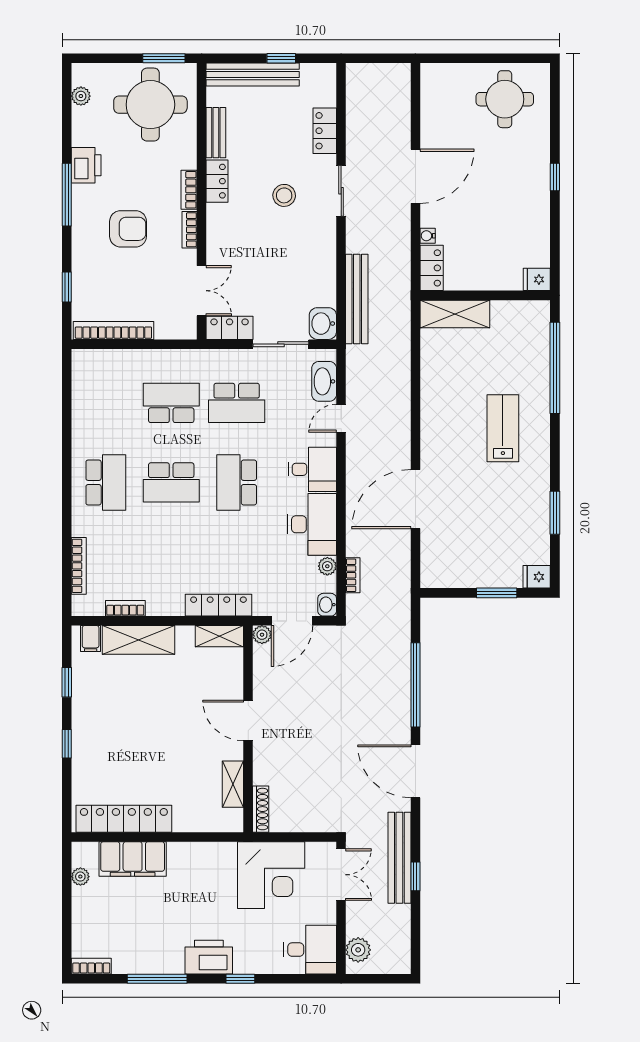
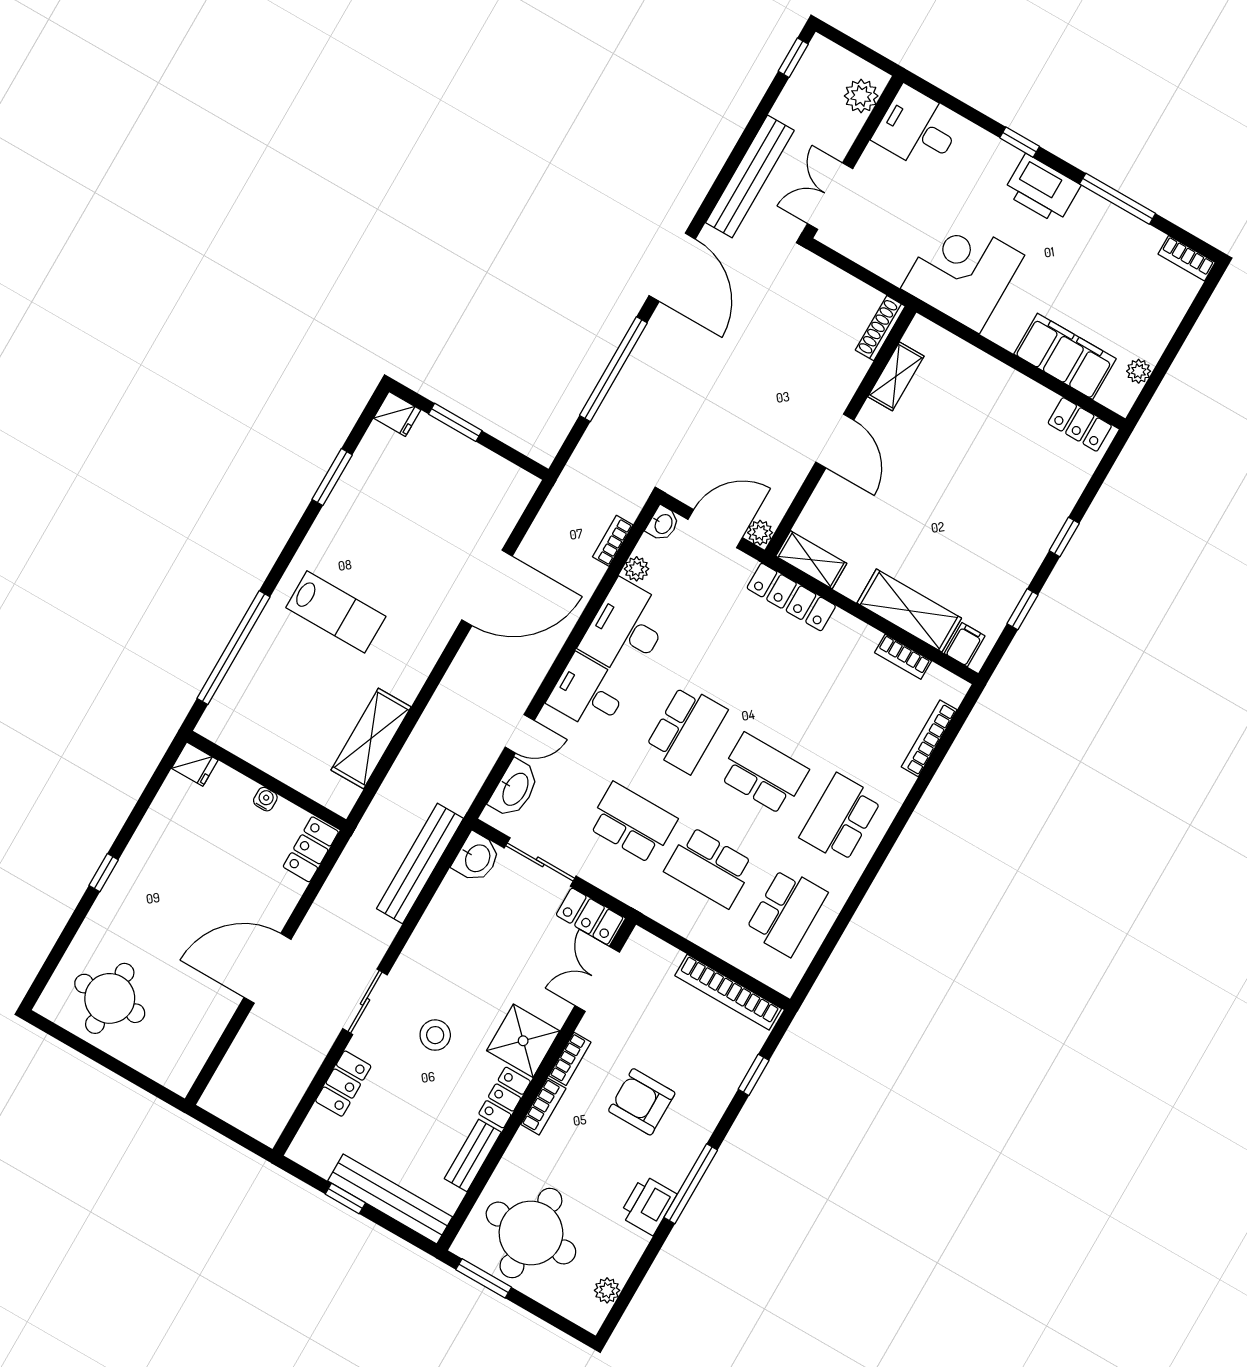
shower: (226, 224) -> (523, 1041), added
water cooler: (428, 236) -> (265, 799), moved, turned -90
shelving: (455, 314) -> (371, 739), moved, turned 90
school desk: (106, 403) -> (787, 912), added
lab bench: (503, 428) -> (336, 612), turned -90
locker: (124, 819) -> (1080, 424), width x0.46, depth x0.83
corner desk: (271, 875) -> (963, 272), moved
window: (415, 876) -> (793, 58), moved

